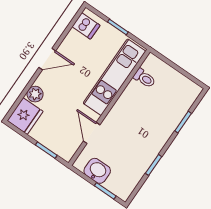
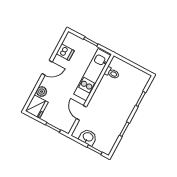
dishwasher: (86, 26) -> (65, 52), moved

